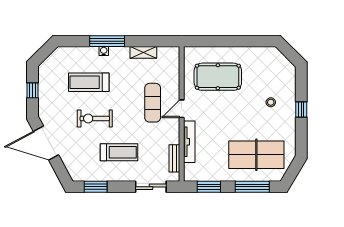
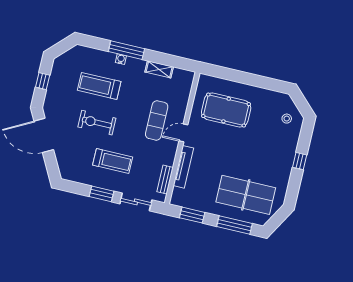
stool: (271, 102) -> (287, 119), moved
window: (96, 187) -> (102, 194), moved

